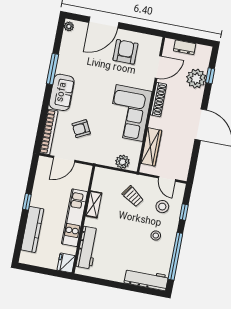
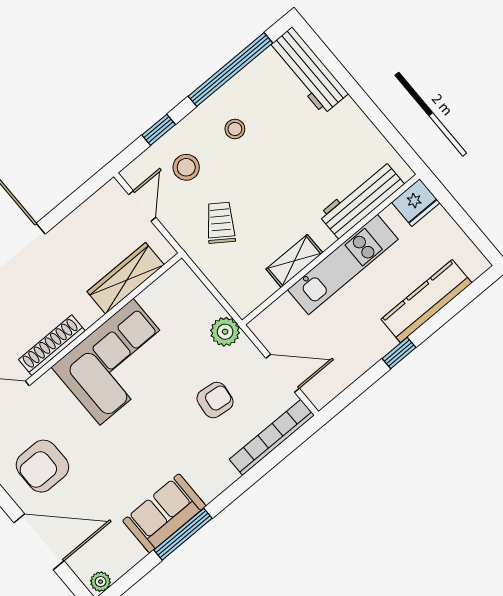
sofa: (62, 92) -> (164, 513), moved
armchair: (81, 129) -> (215, 400), turned -56
plant: (123, 162) -> (225, 332), moved

